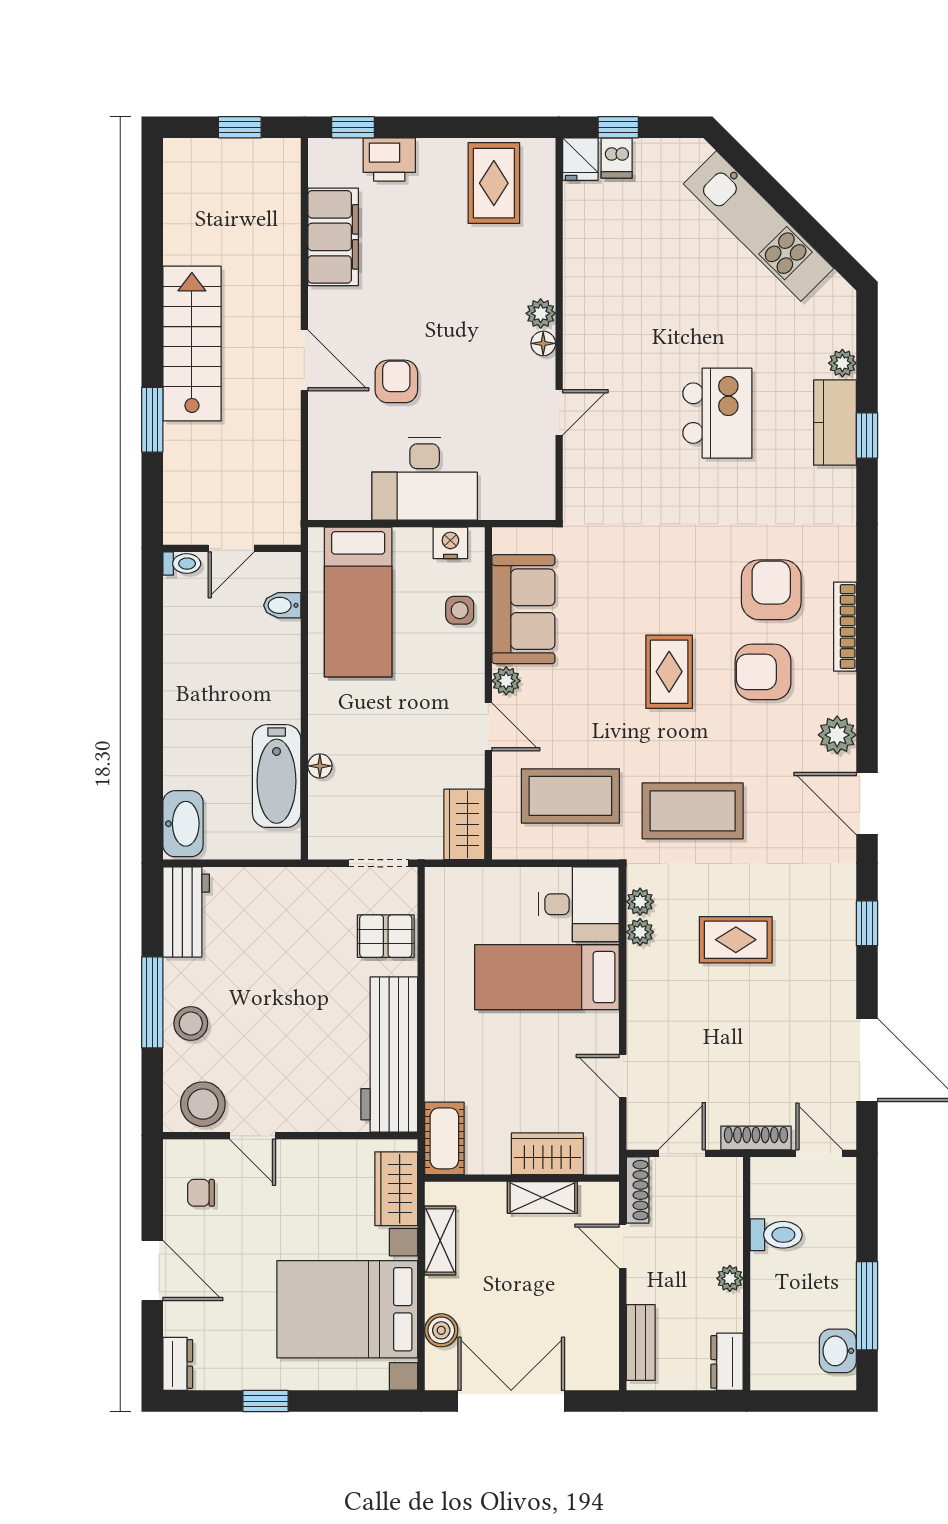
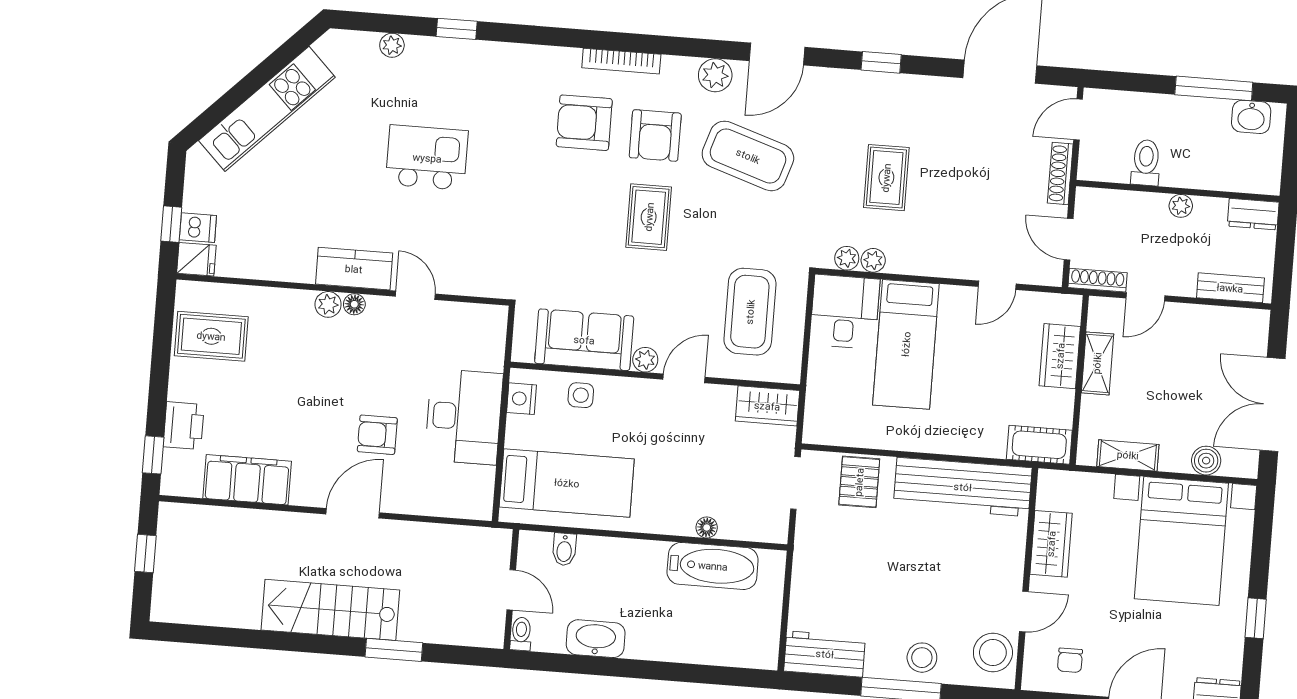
kitchen counter: (835, 423) -> (354, 269), moved, turned 180
rug: (669, 672) -> (649, 217), turned 90
coffee table: (693, 811) -> (748, 156), moved, turned -72
washbasin: (183, 824) -> (596, 639), moved
wardrobe: (396, 1189) -> (1051, 544), moved, turned -90

